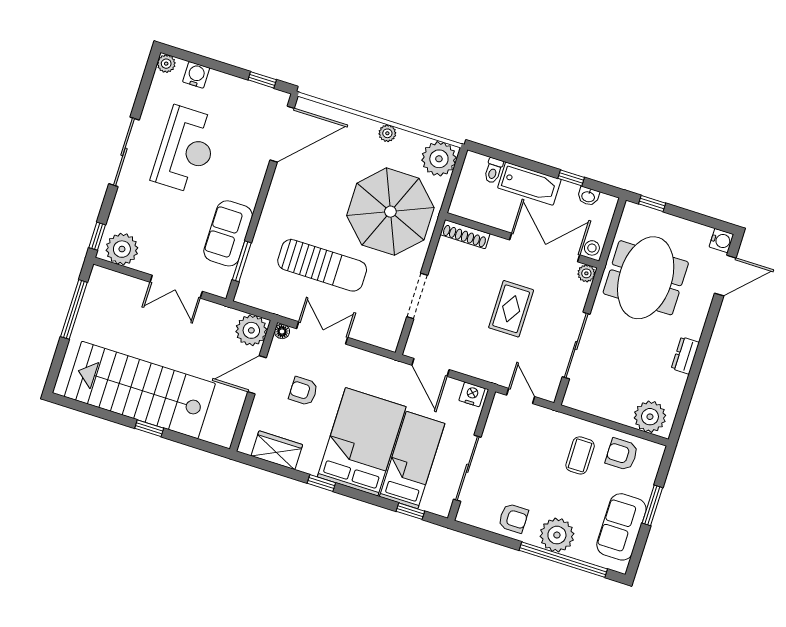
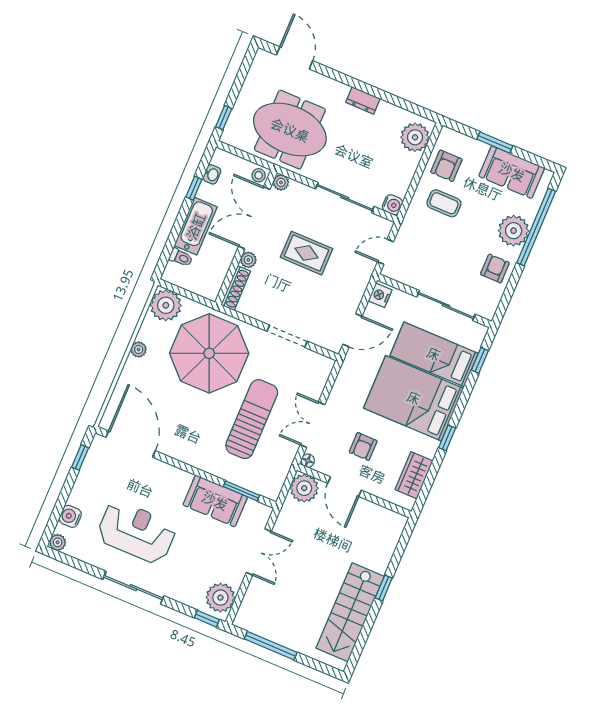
water cooler: (721, 241) -> (392, 205), moved, turned 90
plant: (498, 245) -> (248, 260), added
stairs: (140, 390) -> (350, 612), width x0.73, depth x0.66

